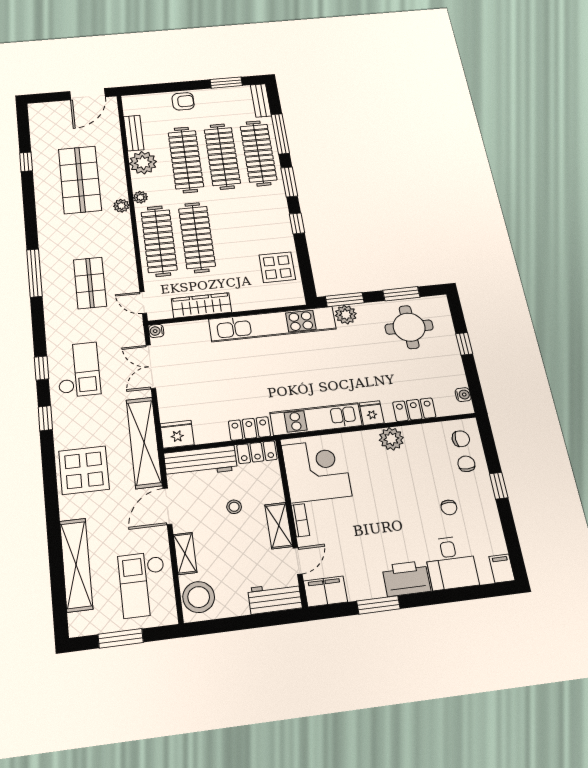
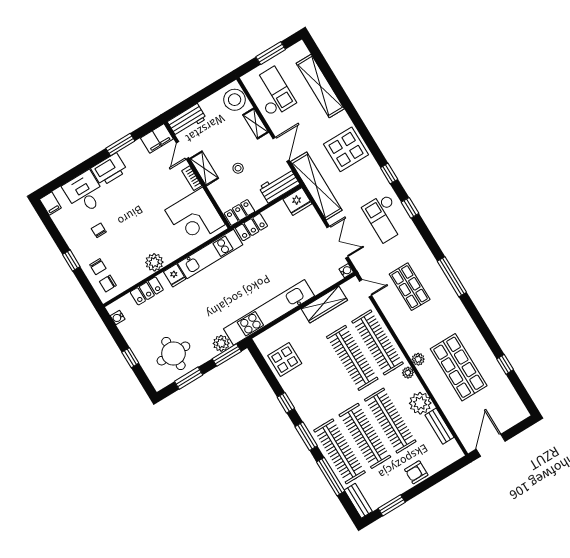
workbench: (200, 462) -> (279, 186), width x0.73

